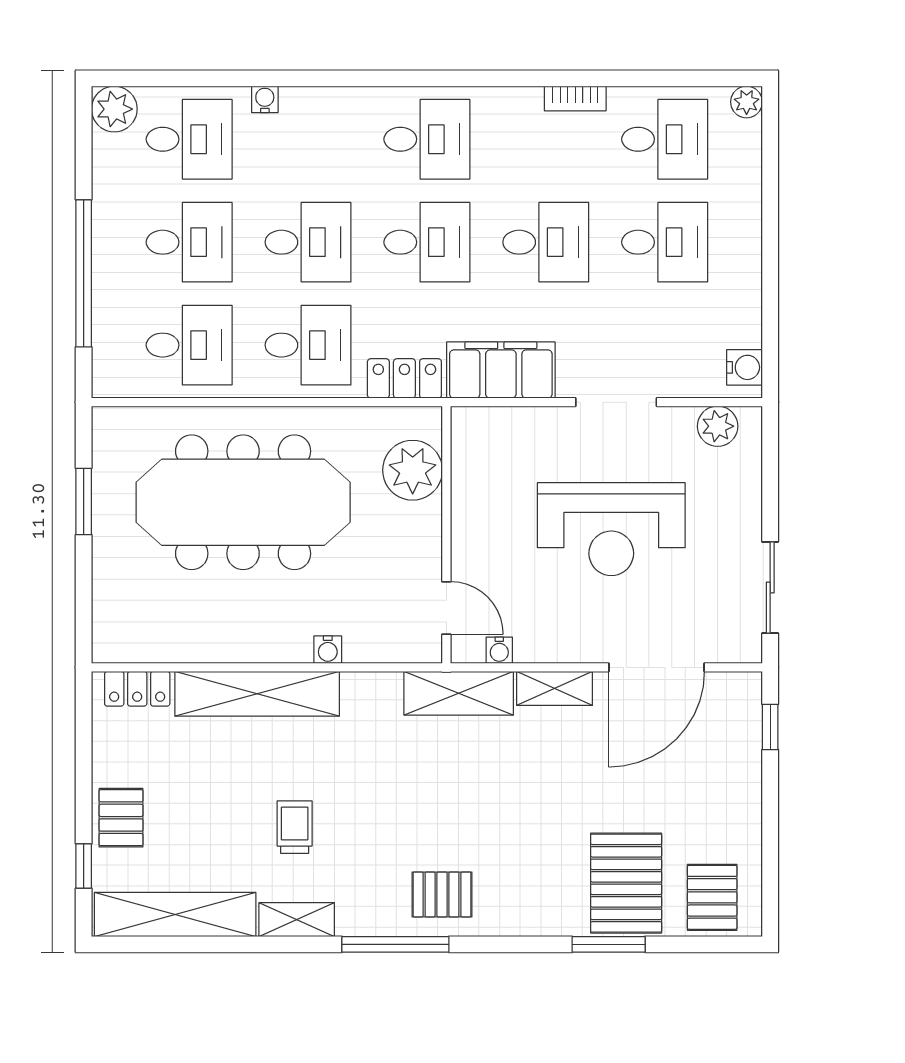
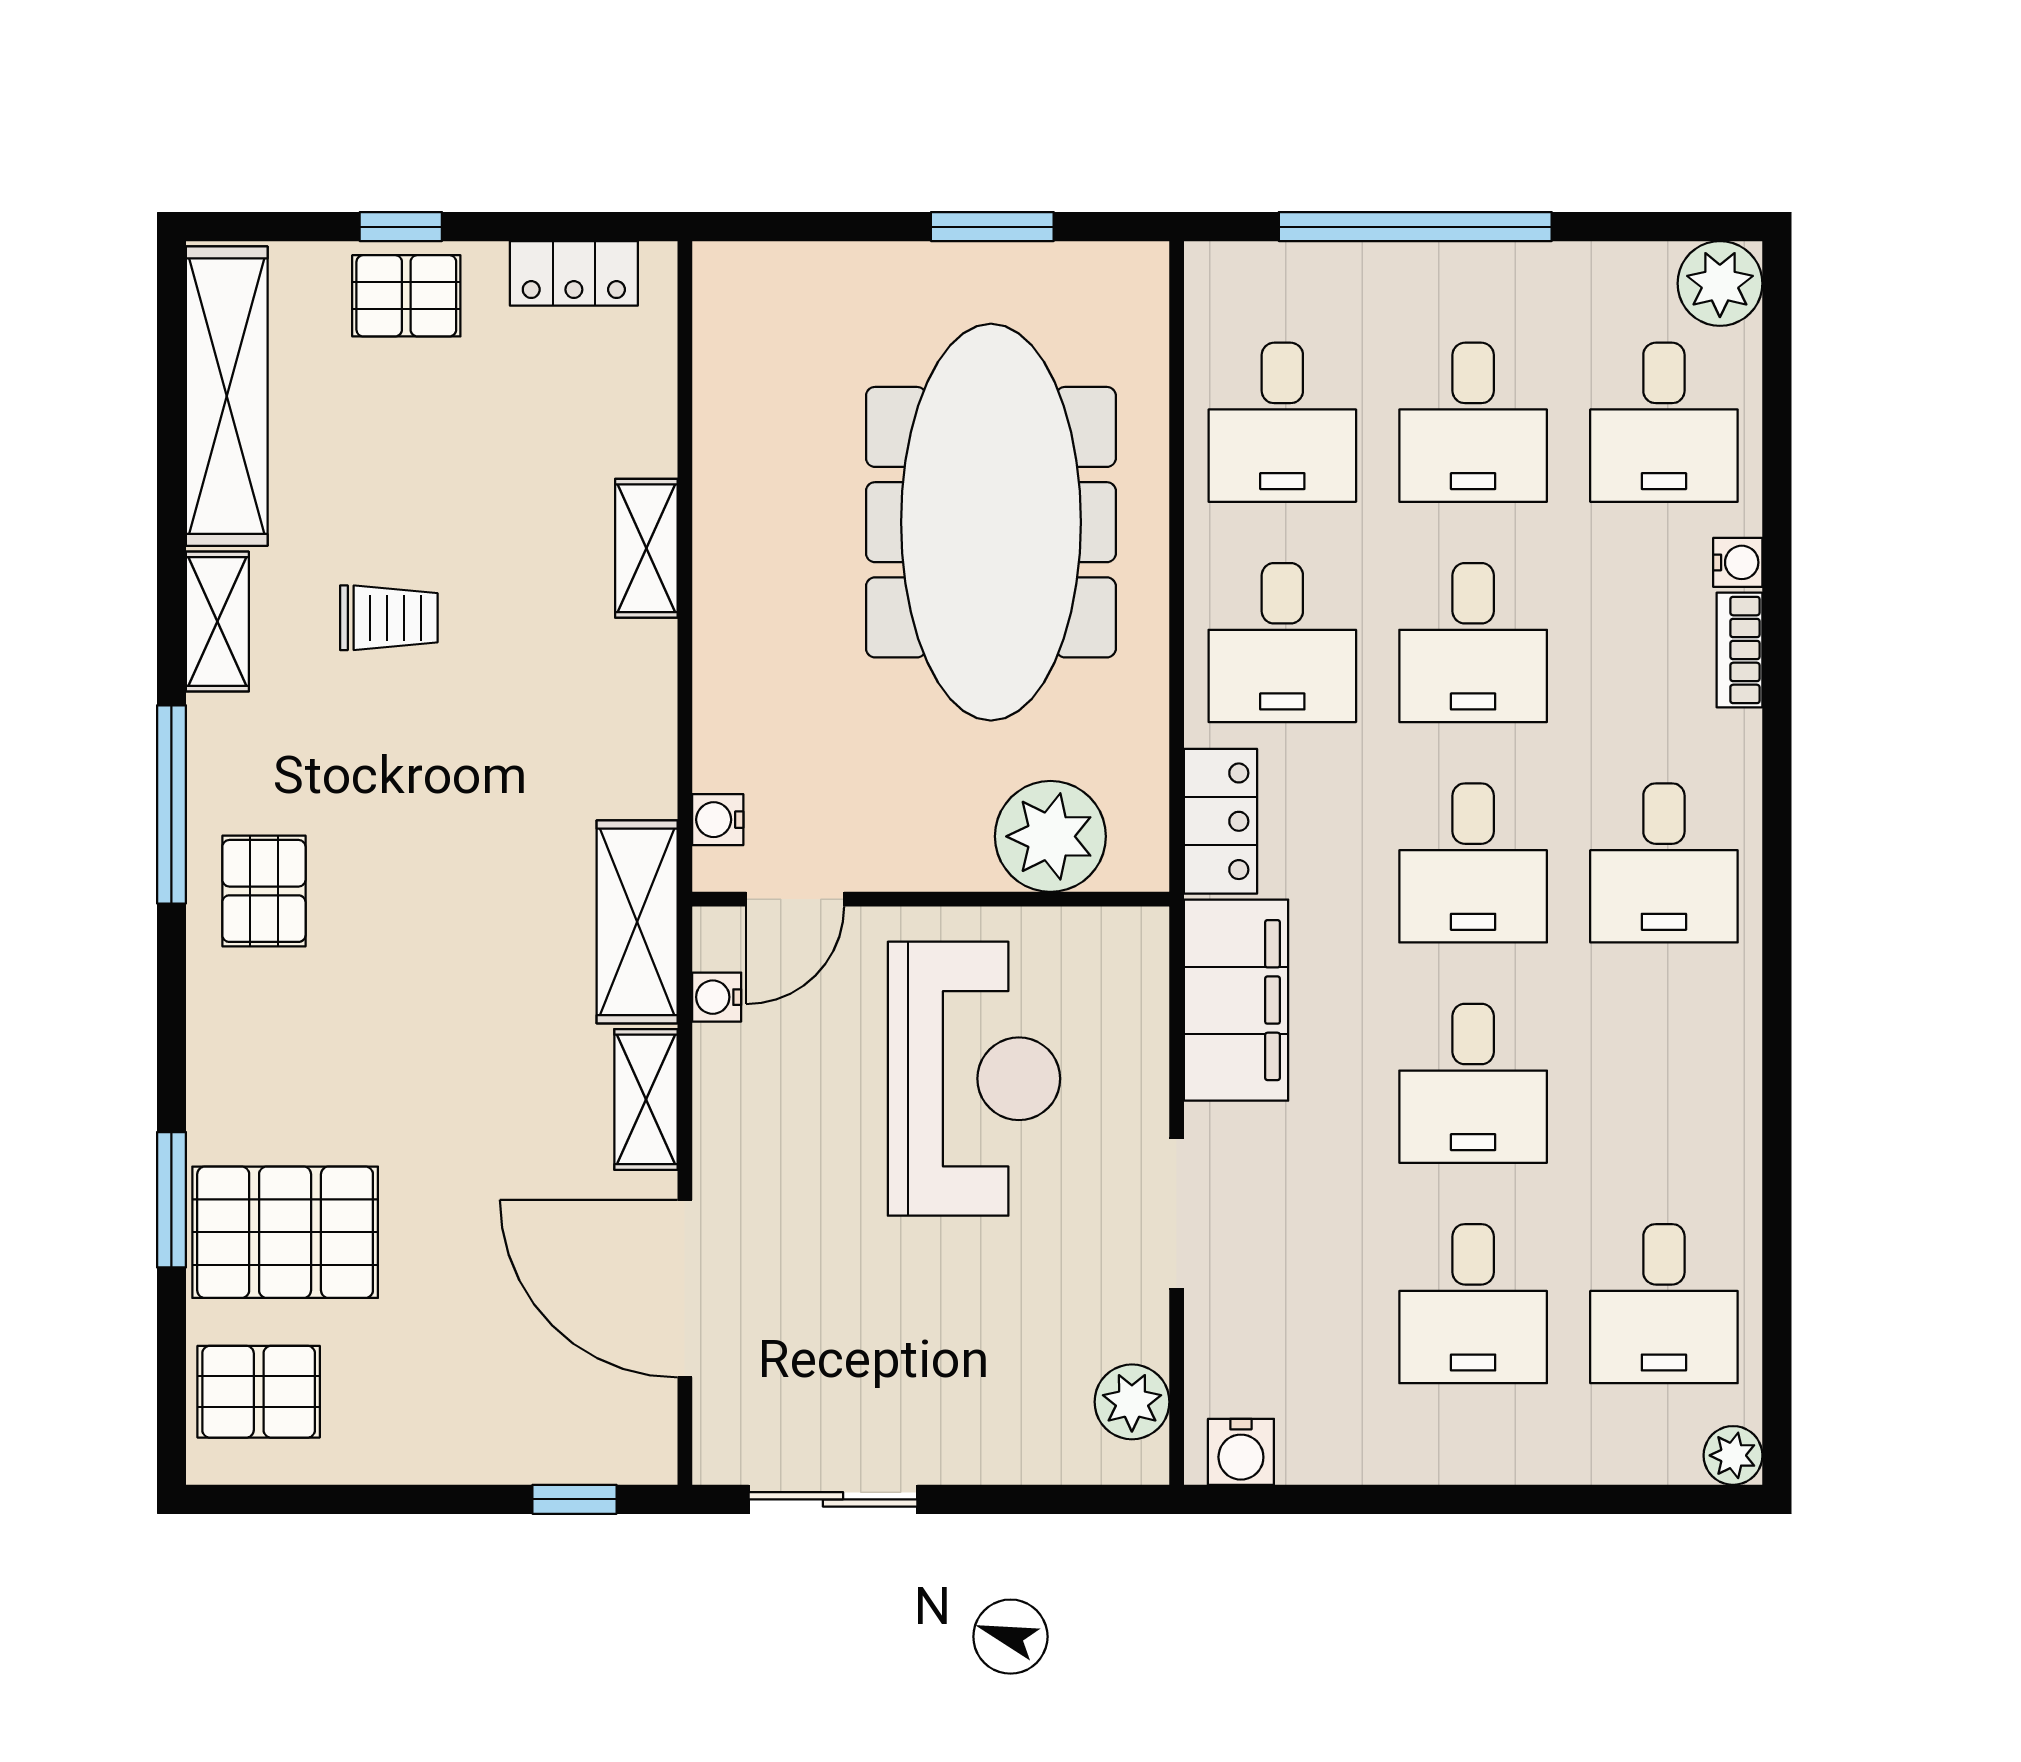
bookcase: (575, 98) -> (1739, 650), moved
reception desk: (611, 529) -> (974, 1079), moved, turned 180
water cooler: (328, 650) -> (718, 820), moved
locker: (137, 689) -> (574, 273), moved, turned -90
shelving: (257, 694) -> (646, 548), width x0.45, depth x0.75
window: (84, 866) -> (401, 227), moved

